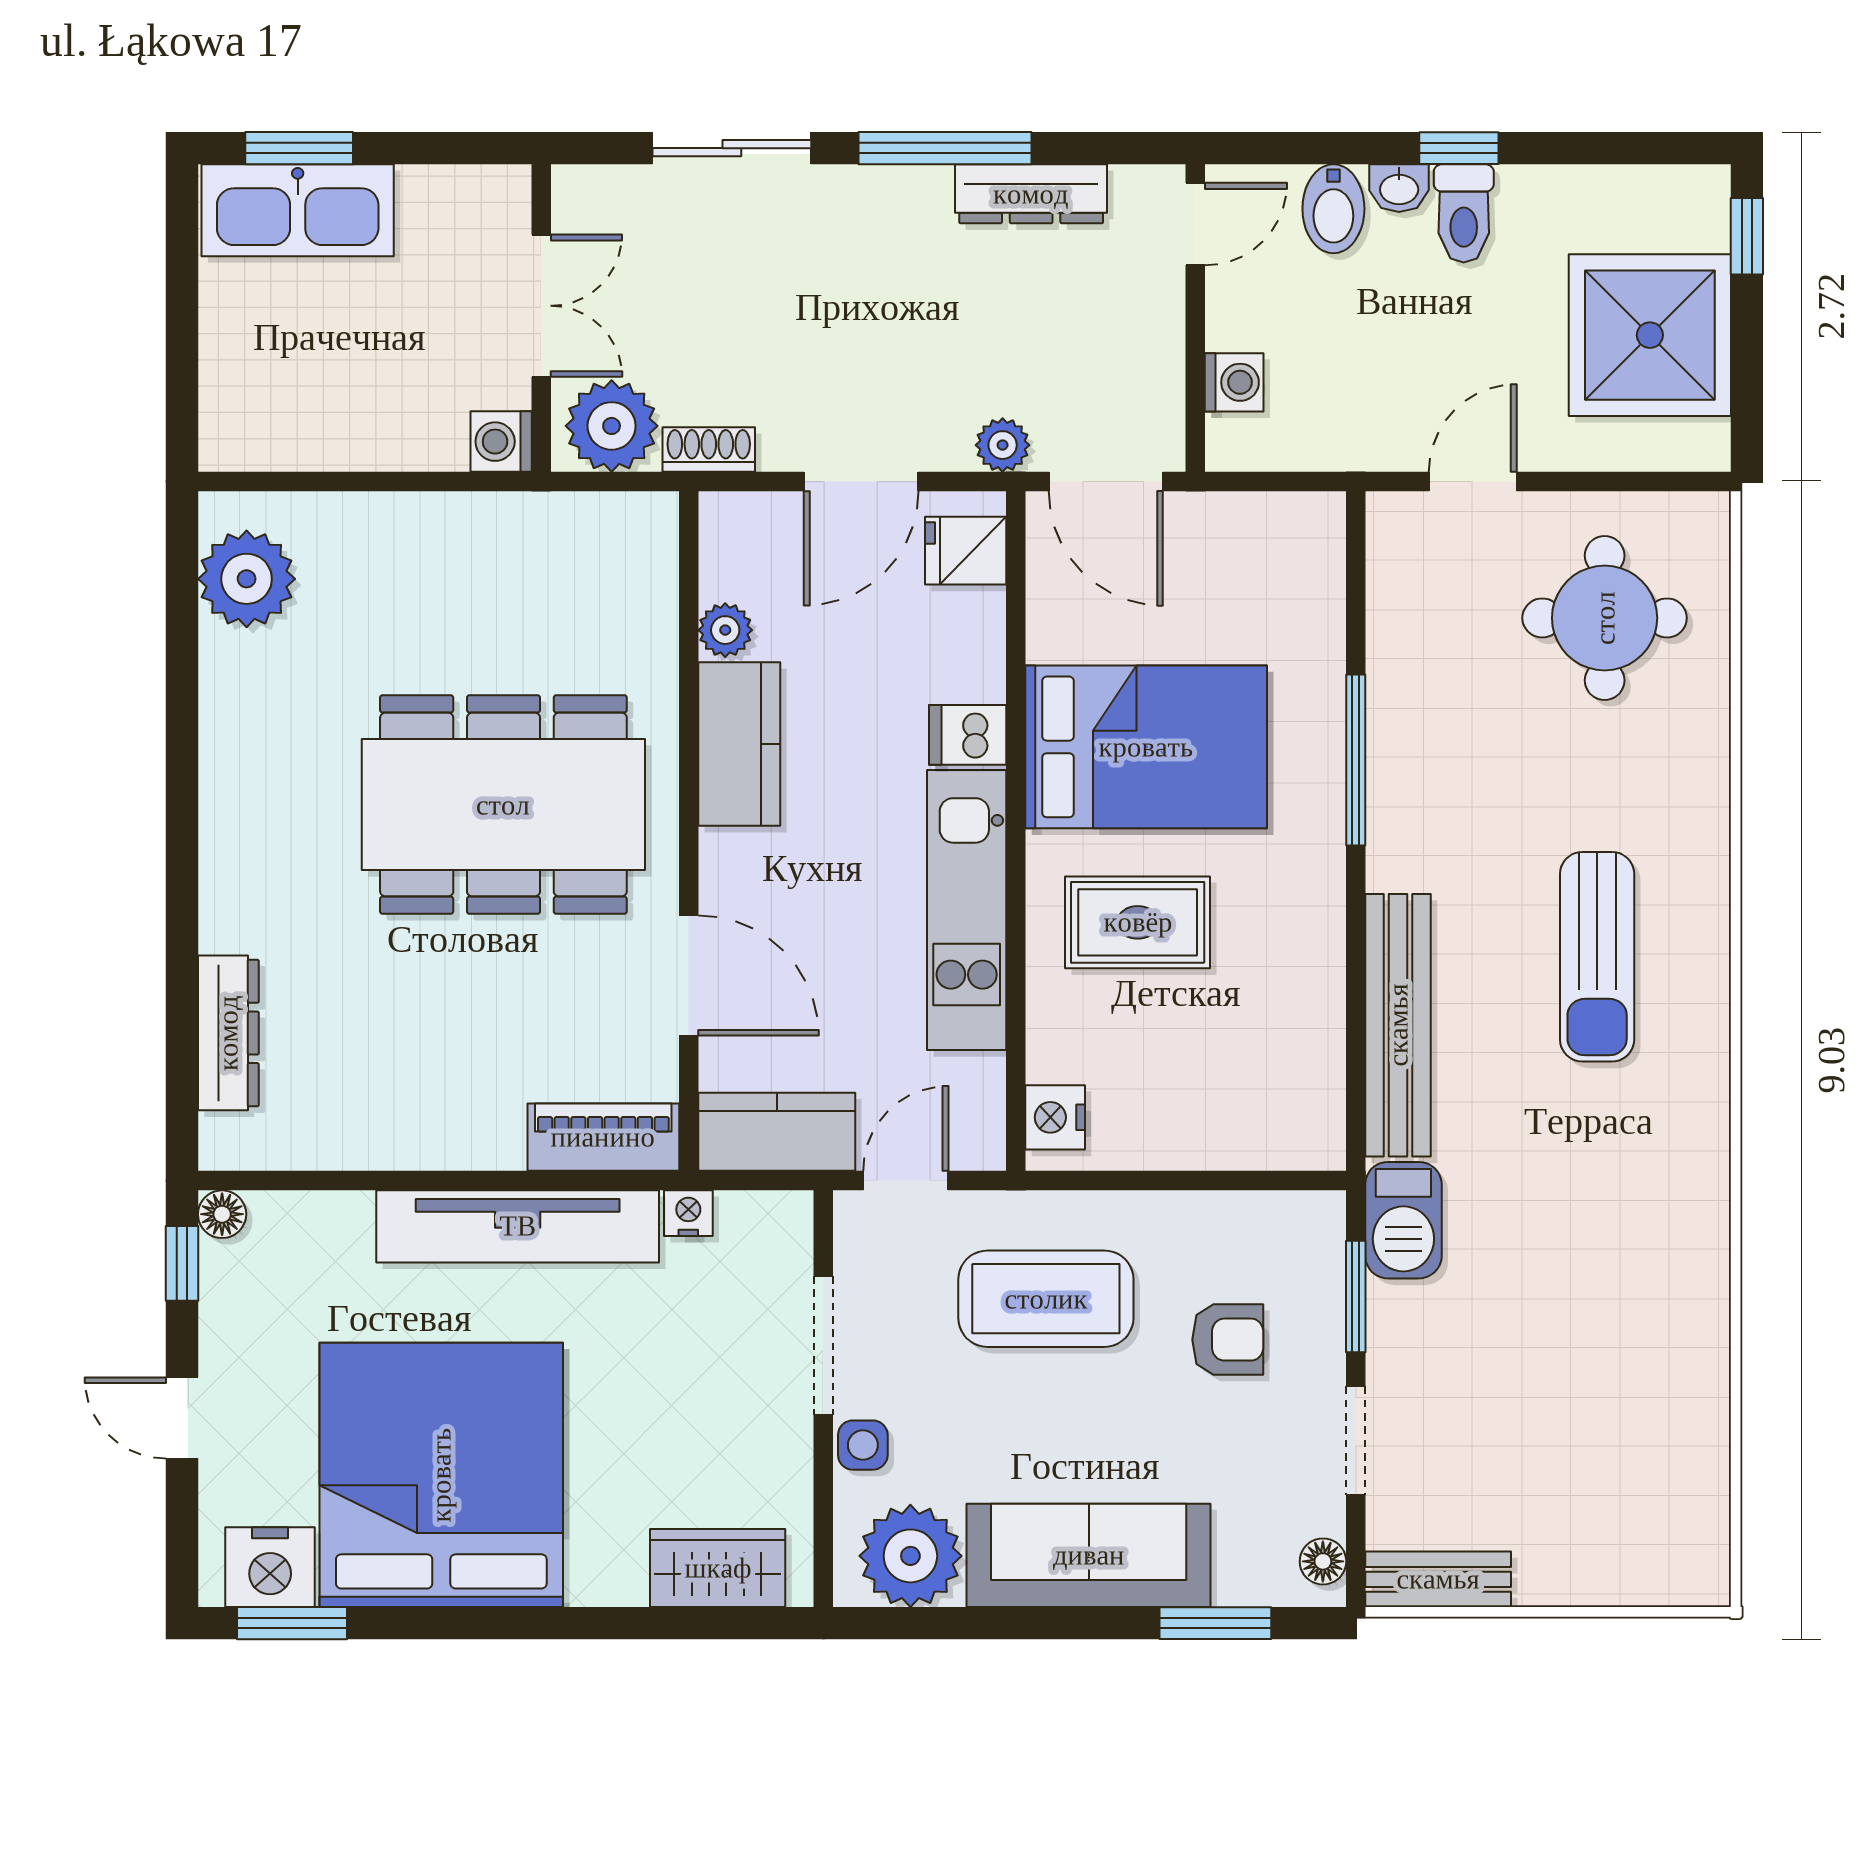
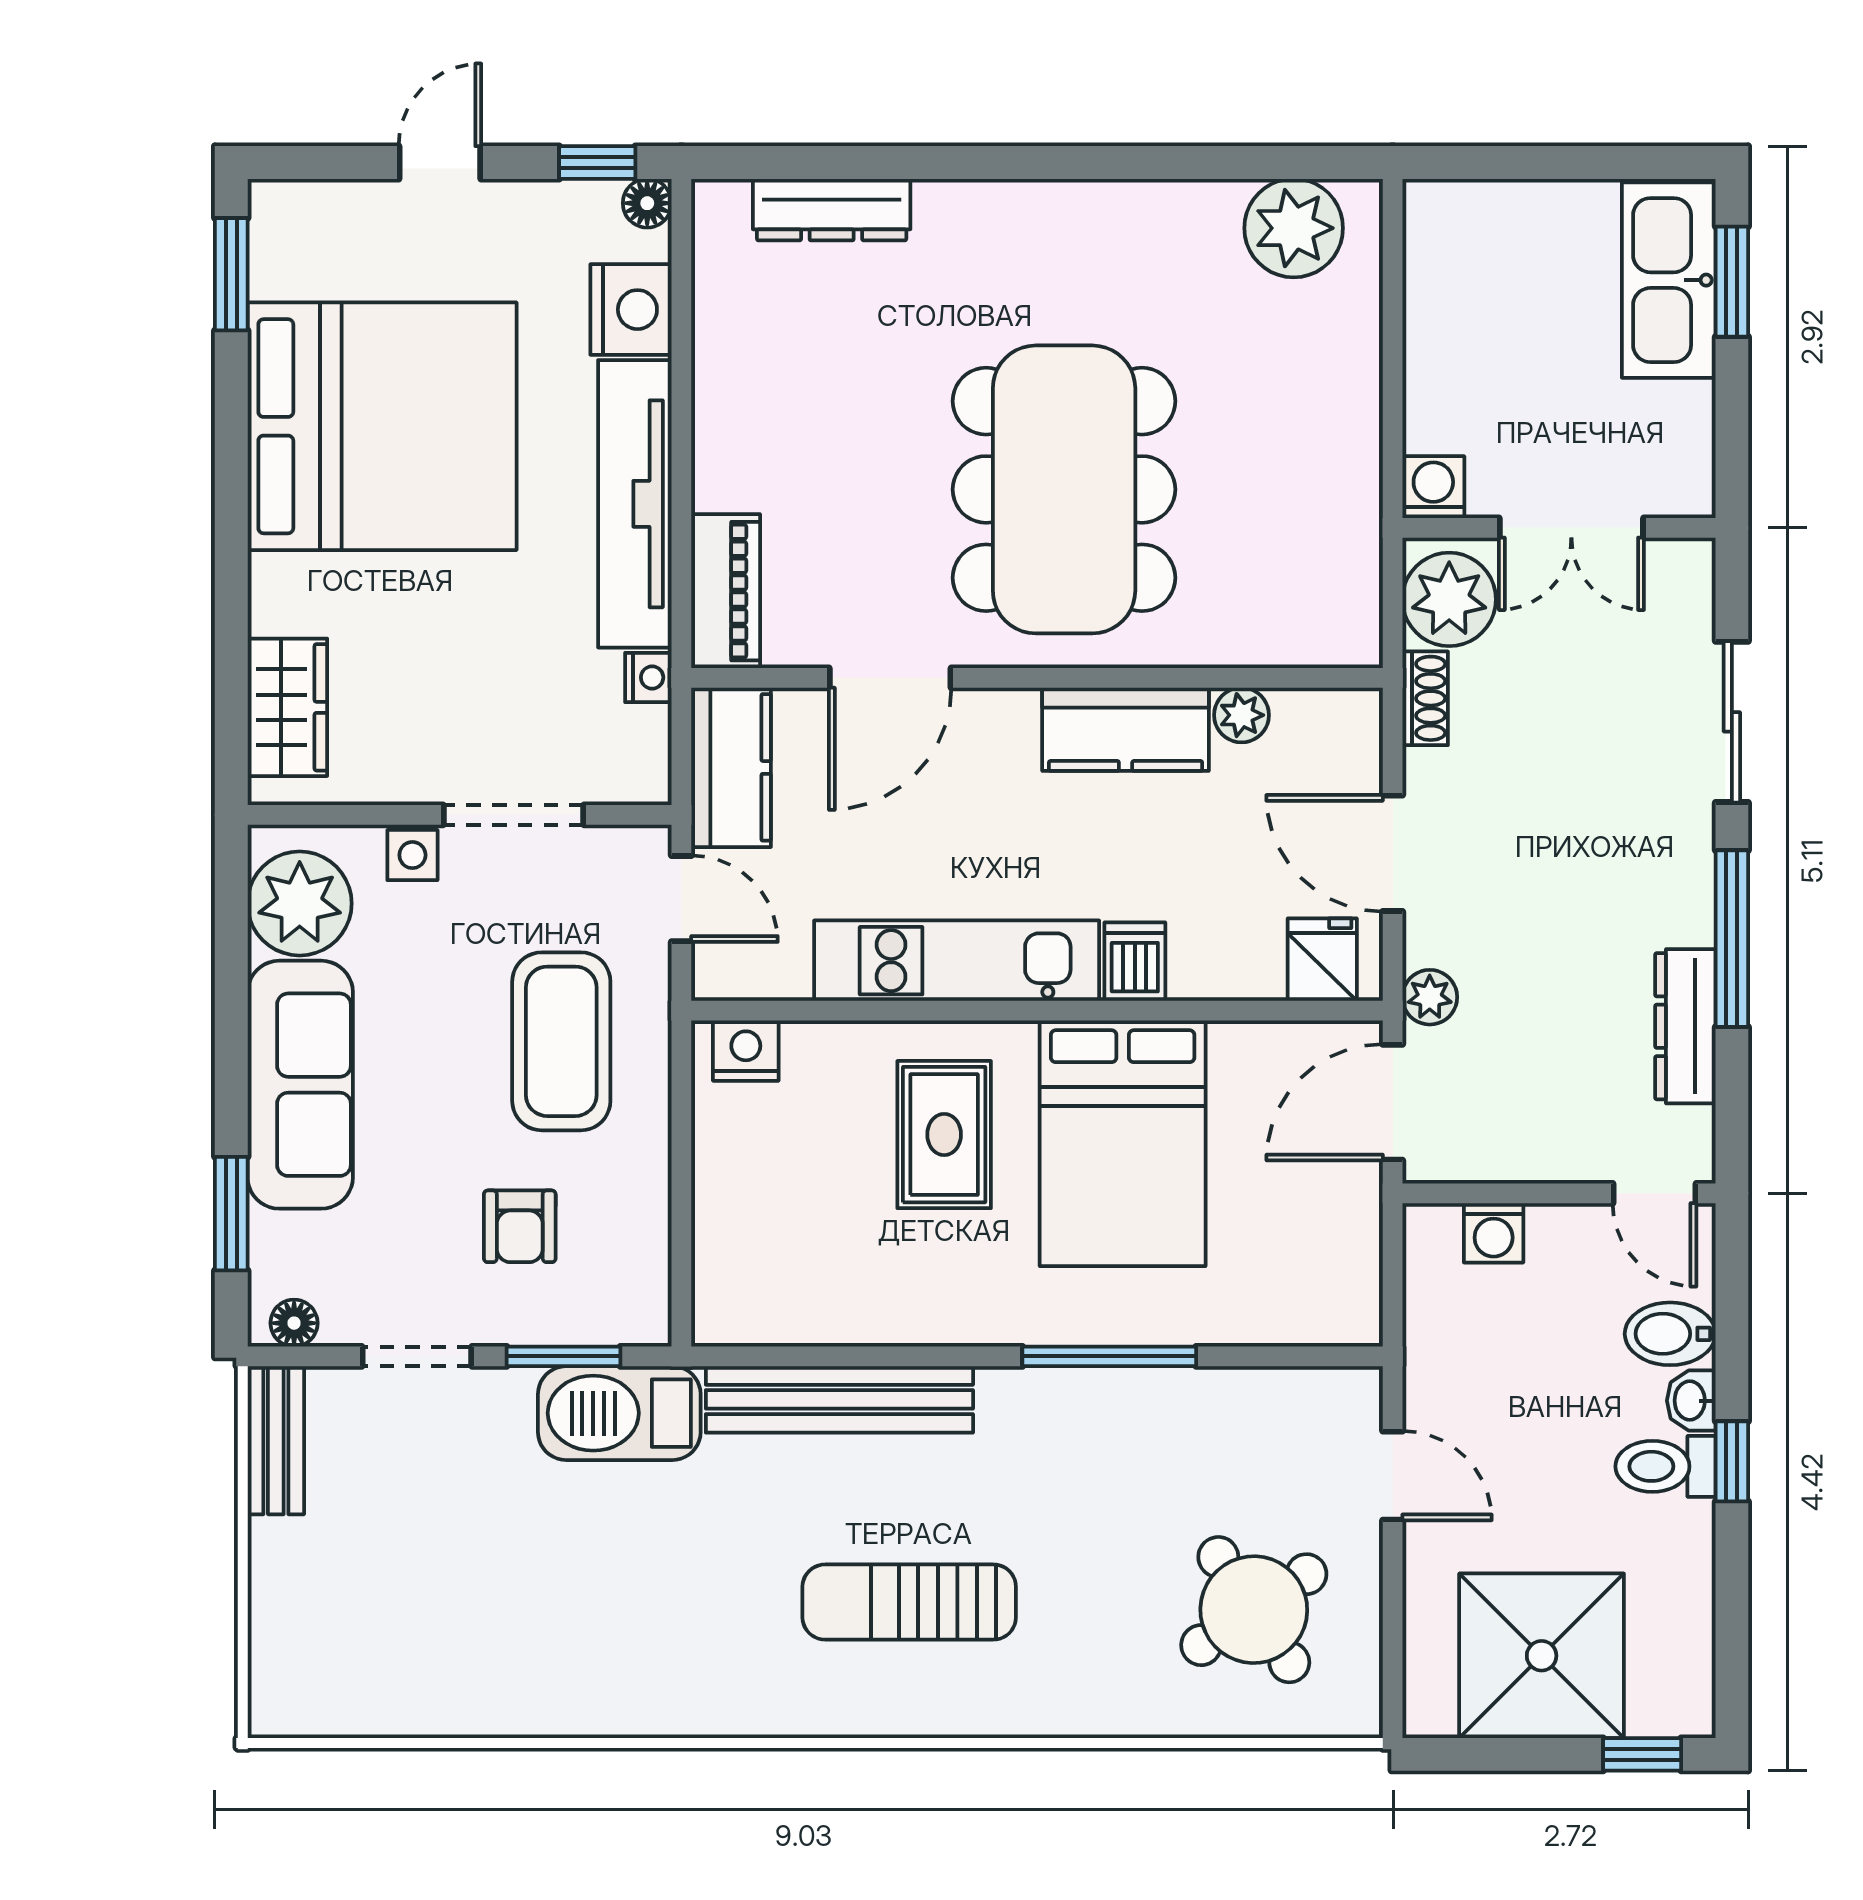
round table: (1605, 618) -> (1254, 1610), turned -34
barbecue: (1403, 1220) -> (619, 1413), width x1.37, depth x1.21
nightstand: (270, 1567) -> (631, 310), moved, turned 180

